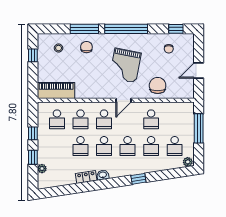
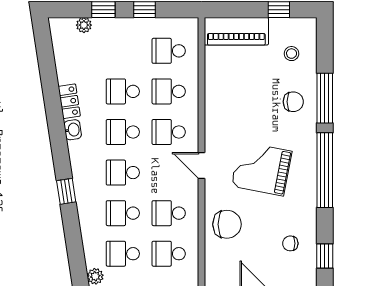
piano: (56, 91) -> (236, 31), moved, turned 90
school desk: (175, 119) -> (169, 254), added

